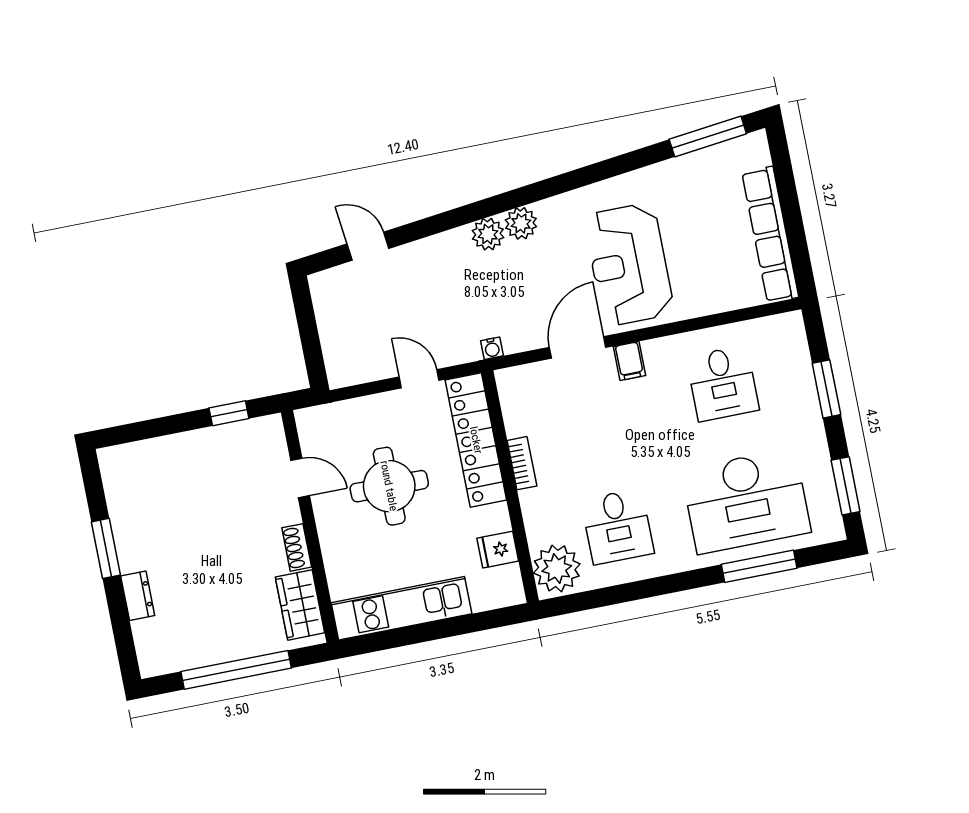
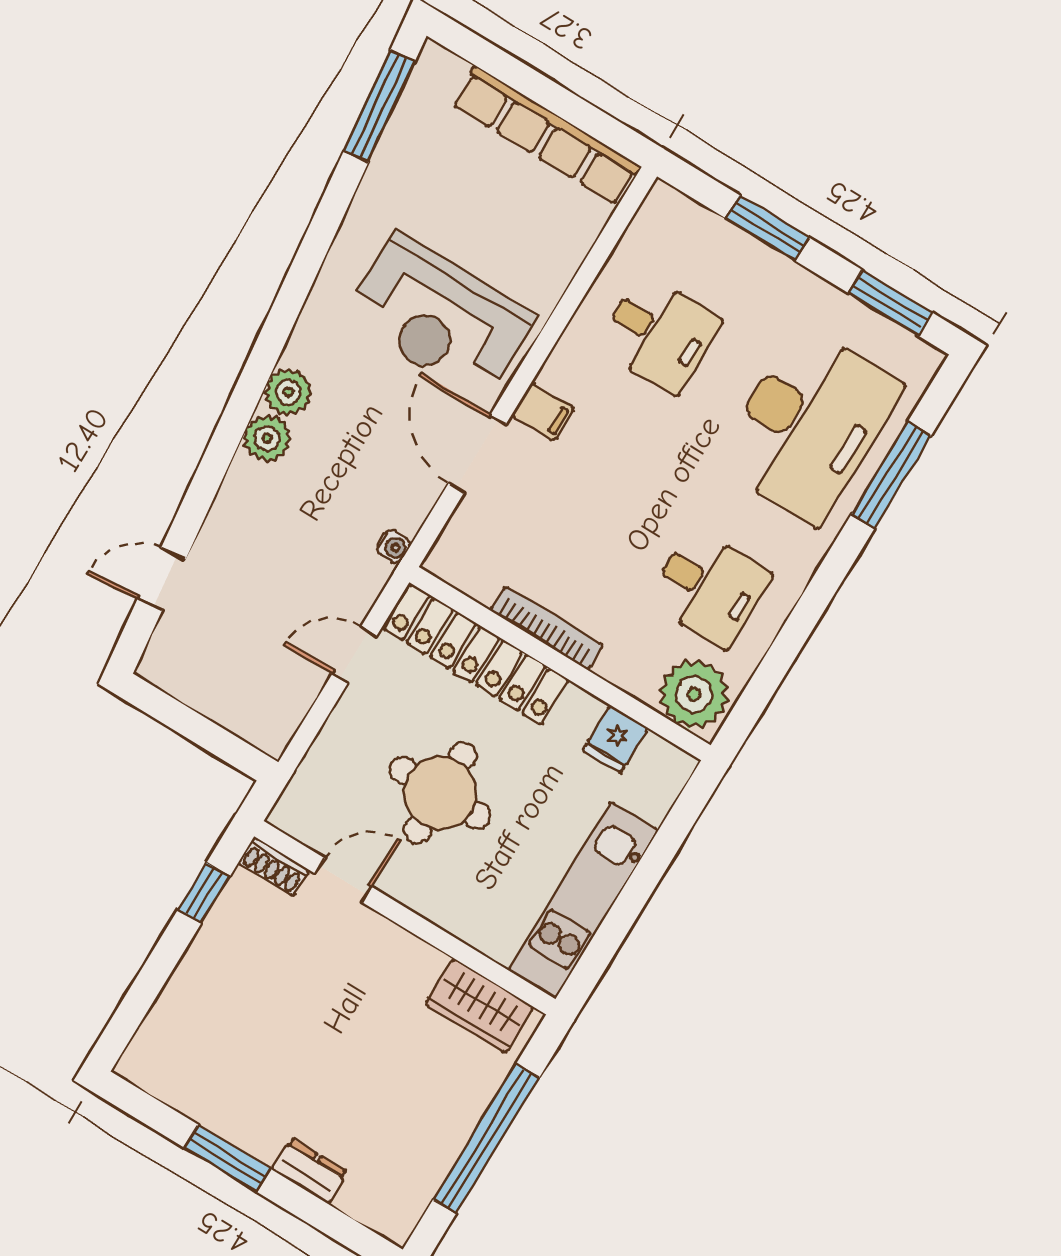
bookcase: (522, 463) -> (547, 628), width x1.56
shoe rack: (297, 547) -> (274, 867), moved

